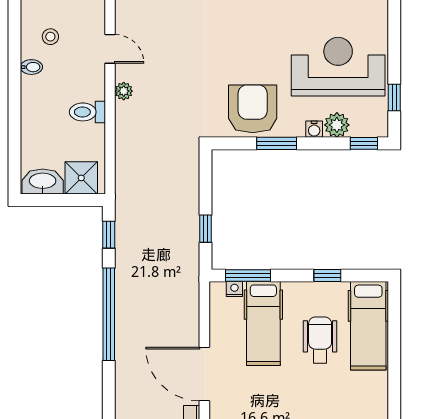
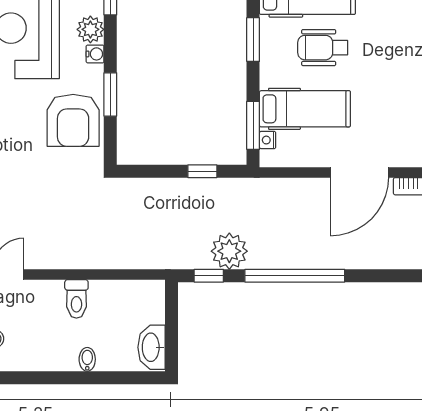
bidet: (31, 67) -> (87, 359), moved
plant: (124, 91) -> (229, 251), moved, width x1.88, depth x1.88
armchair: (253, 109) -> (73, 120), turned -90
shower: (81, 178) -> (148, 306), removed
window: (327, 276) -> (253, 40), width x1.50

